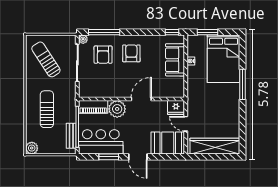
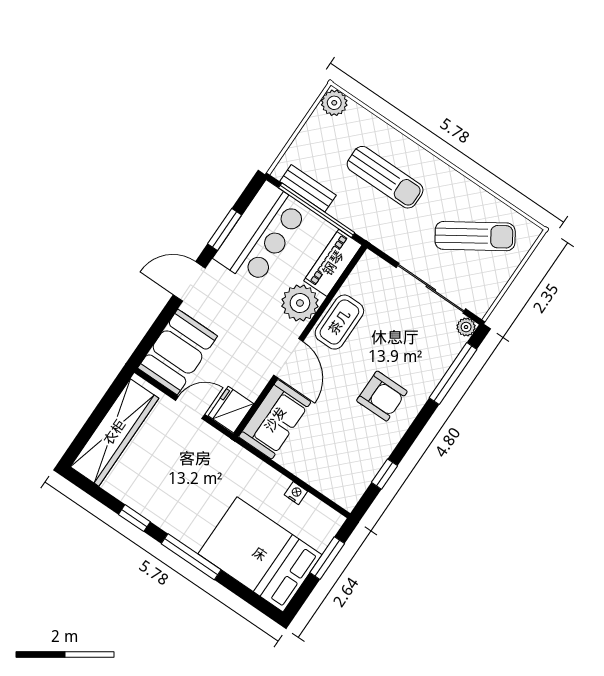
window: (172, 32) -> (384, 474), moved
armchair: (103, 55) -> (414, 344), removed
sofa: (175, 60) -> (275, 419), moved, turned 90
coffee table: (114, 89) -> (339, 322), added
window: (242, 116) -> (134, 518), added

